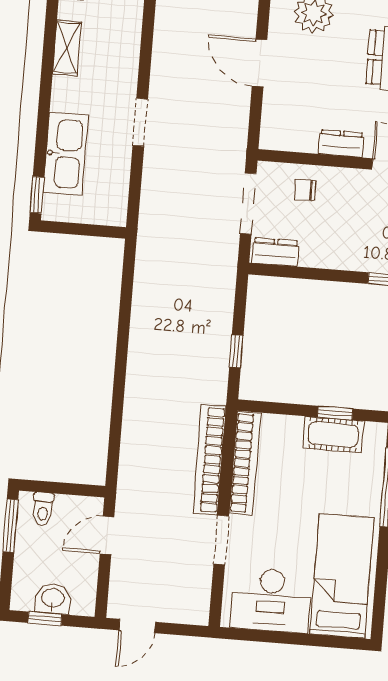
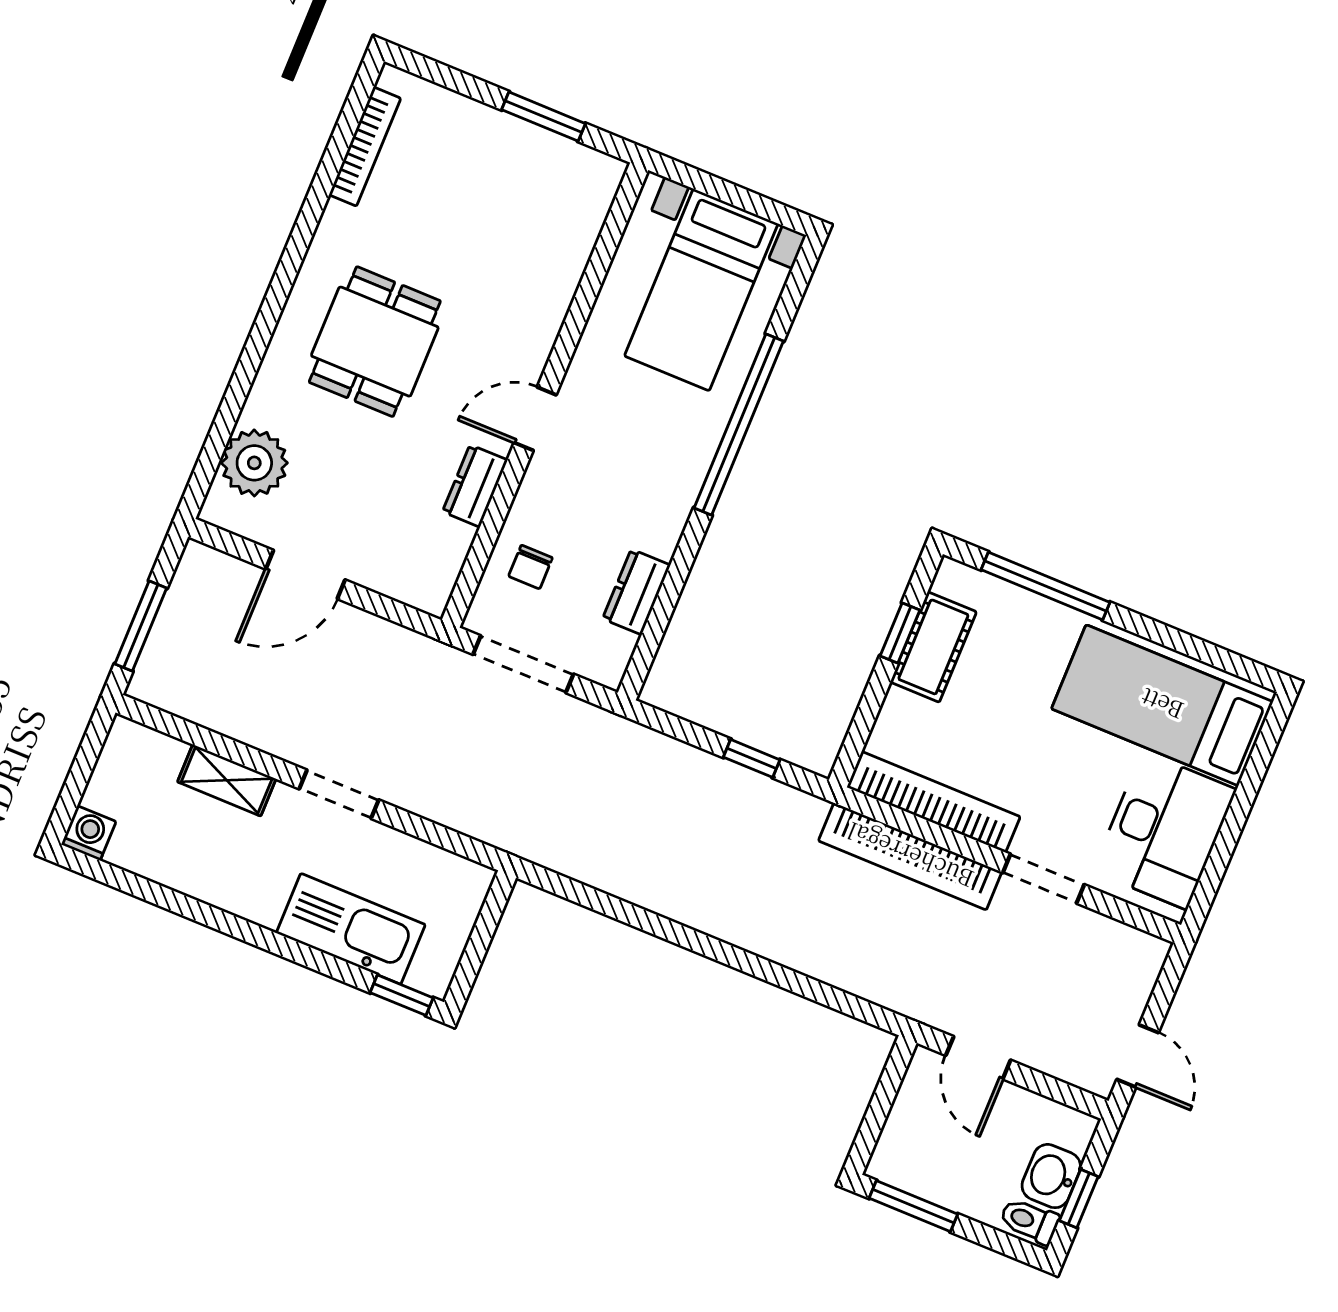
shelving: (67, 48) -> (227, 780), moved
dresser: (275, 252) -> (636, 592), moved
toilet: (43, 509) -> (1029, 1221), moved, turned 180

